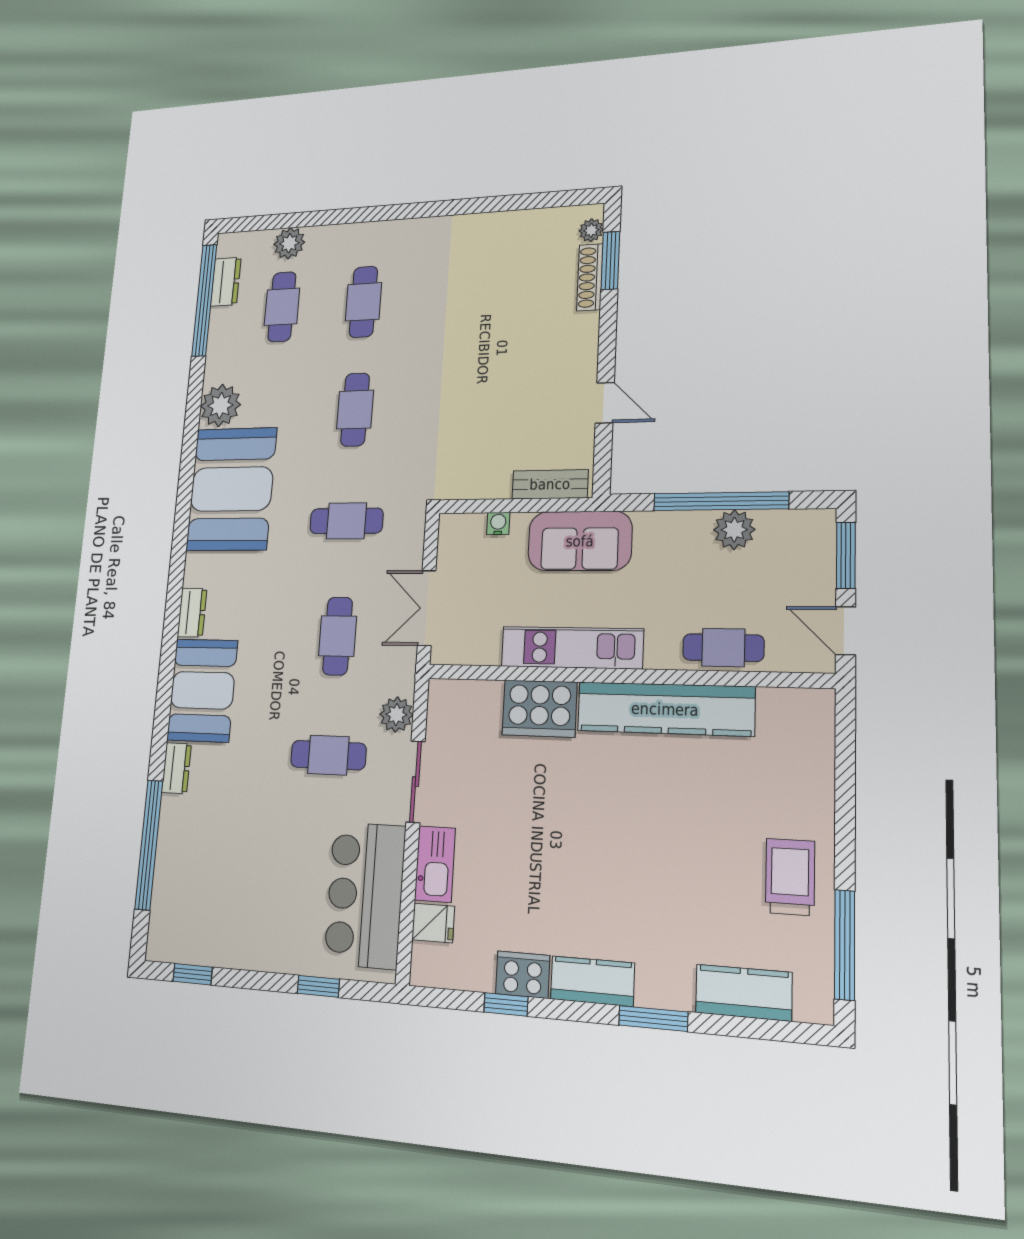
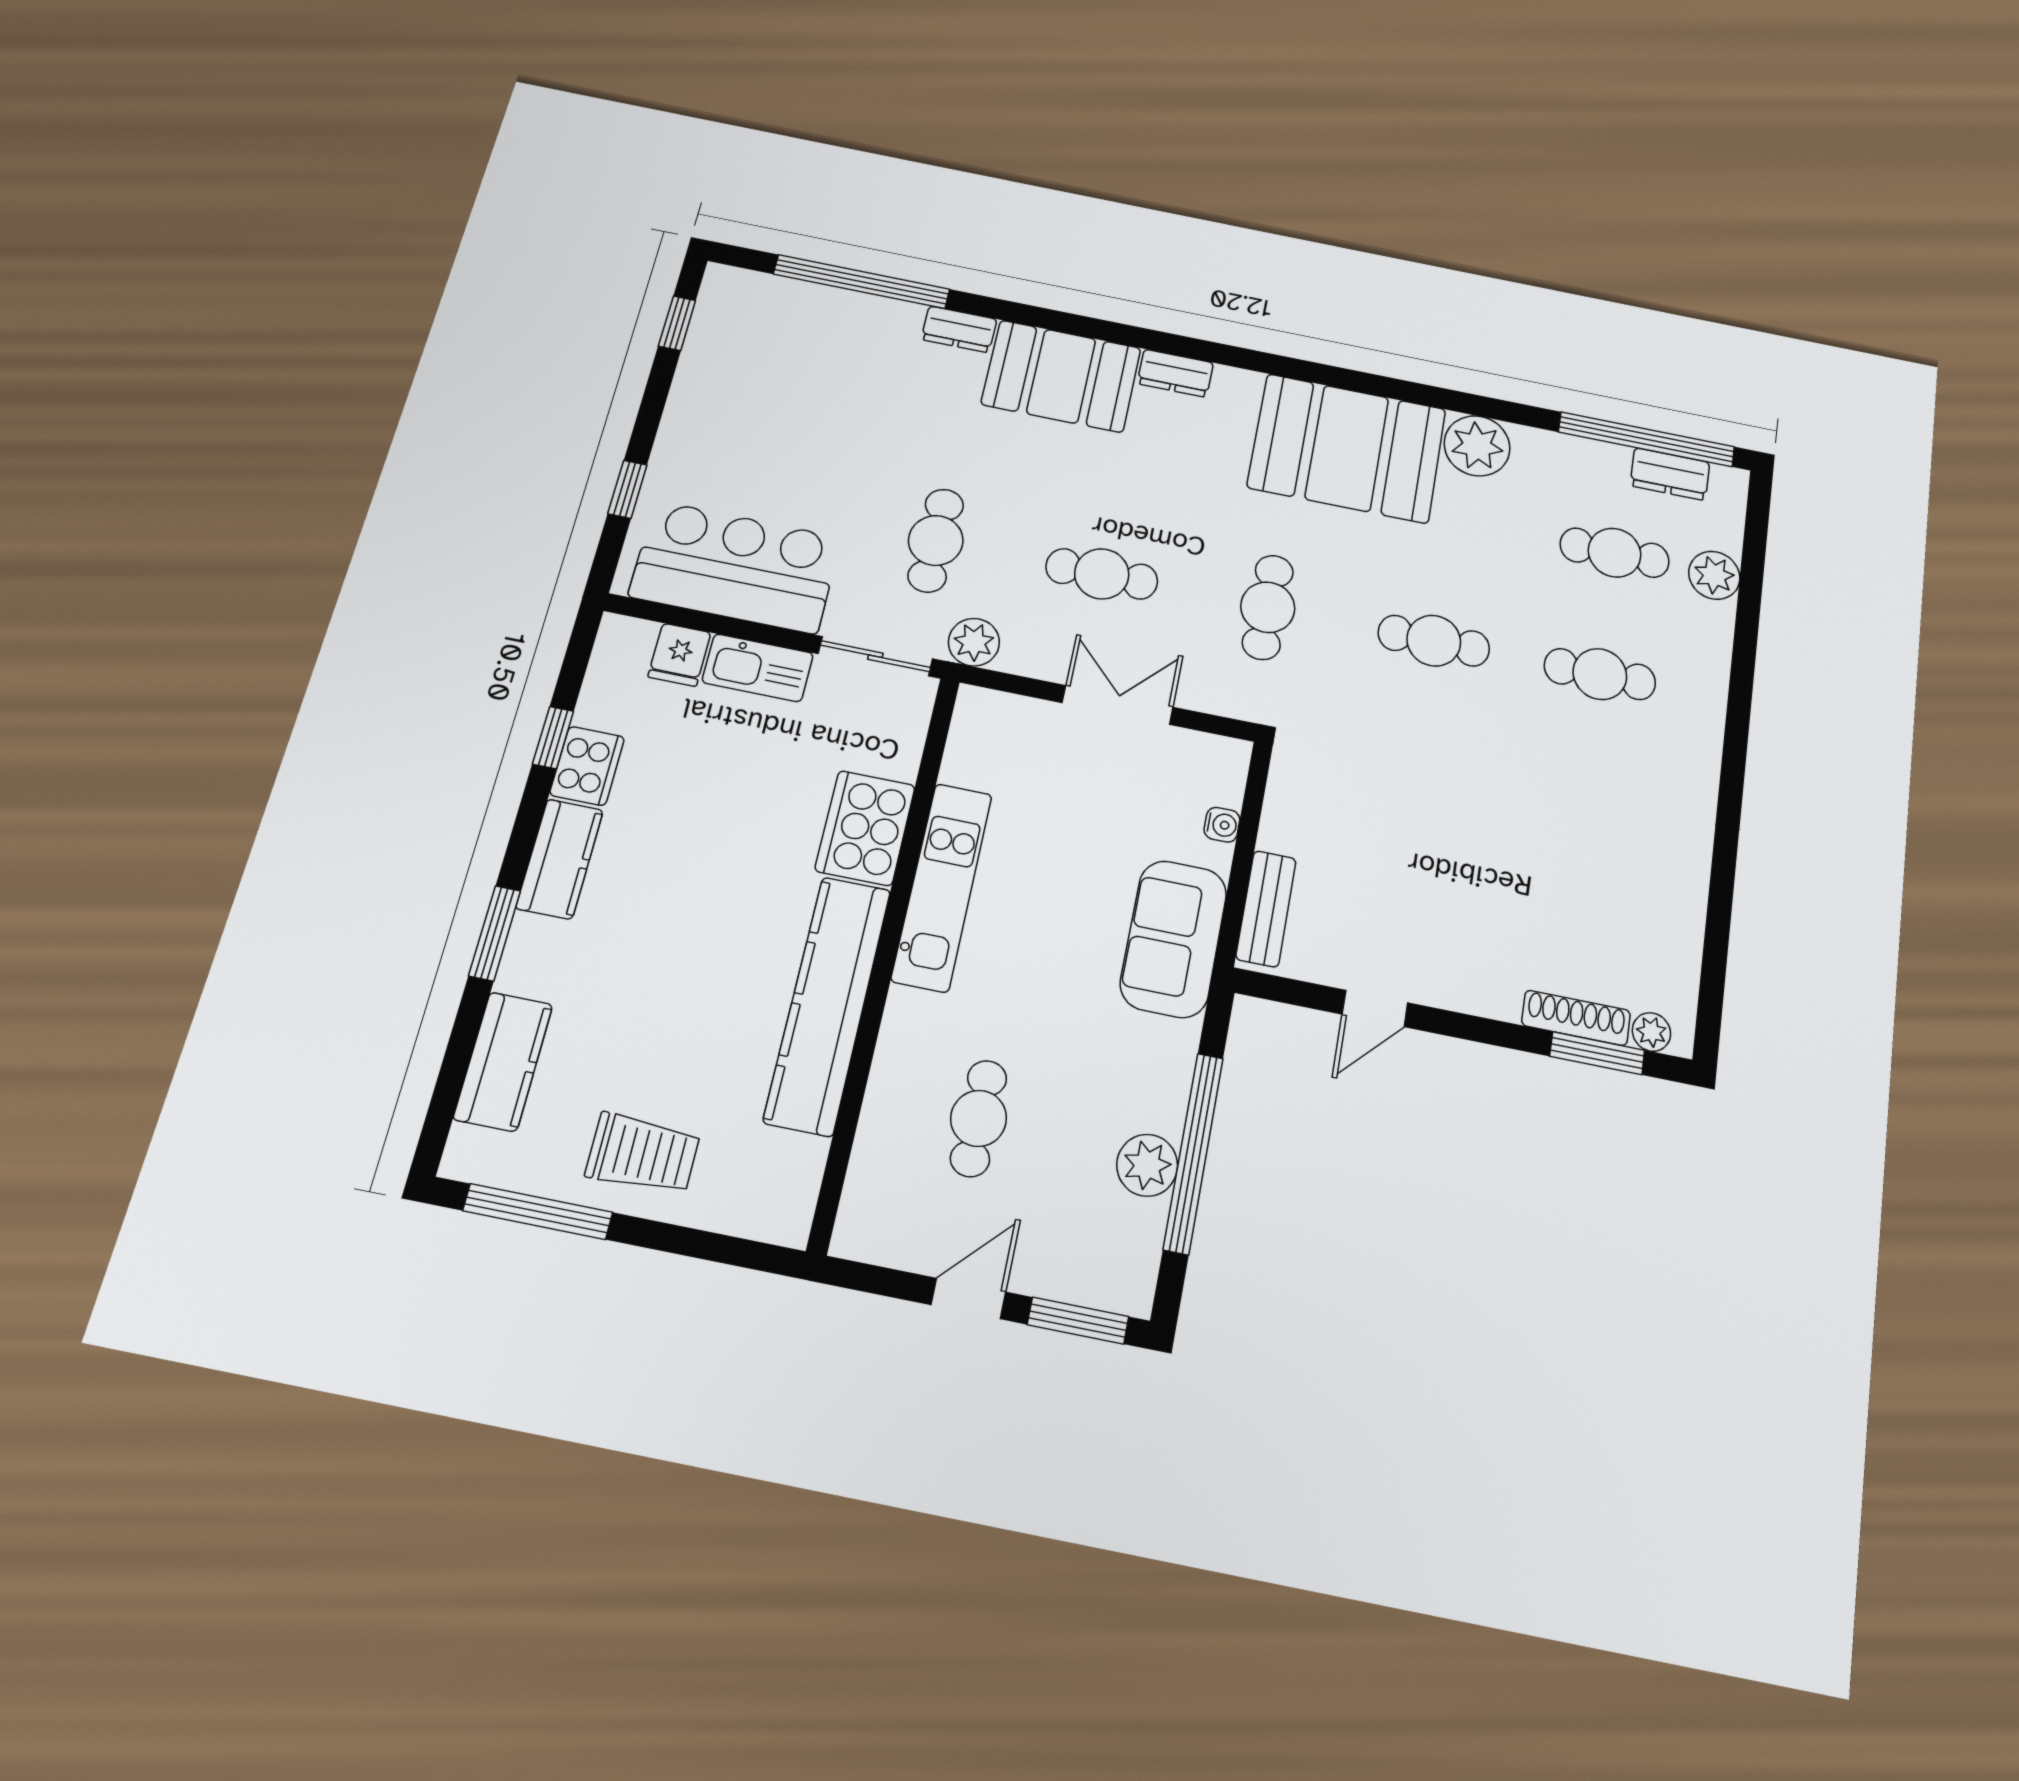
kitchen unit: (572, 648) -> (942, 887), moved
wall: (624, 676) -> (886, 954), moved
cooker: (540, 708) -> (865, 828), moved
kitchen counter: (665, 709) -> (828, 1005), moved

